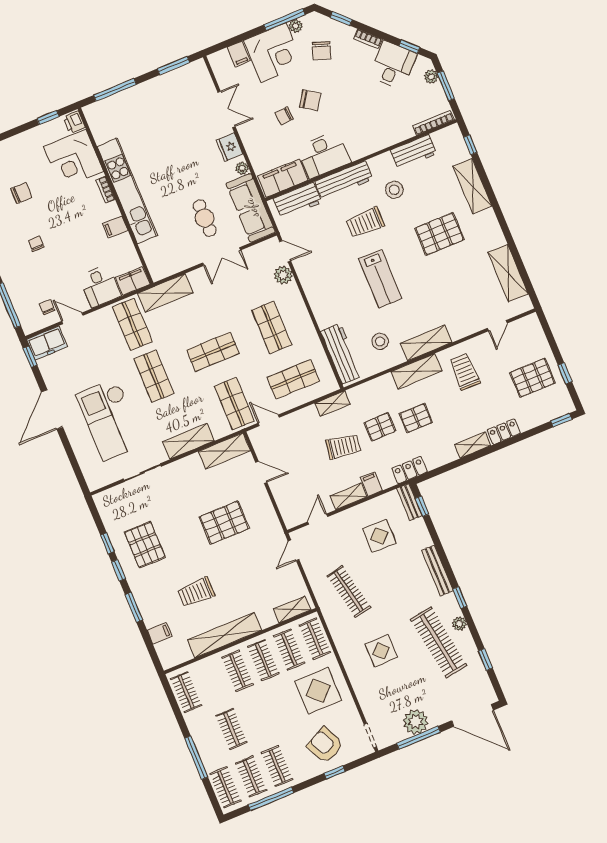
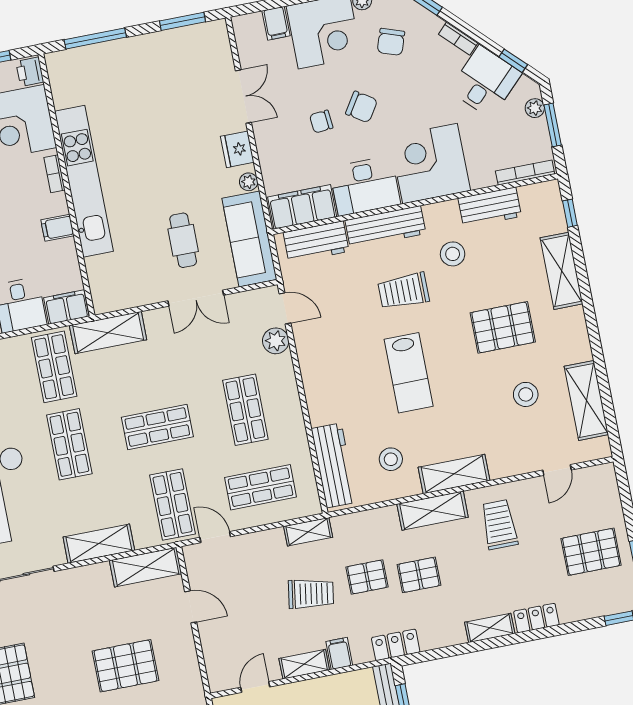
corner desk: (366, 130) -> (430, 164), added
stool: (465, 277) -> (526, 394), added

